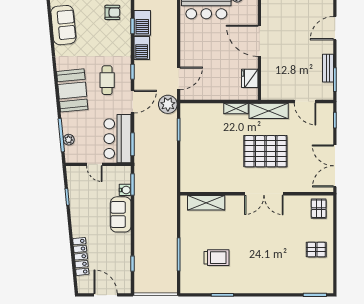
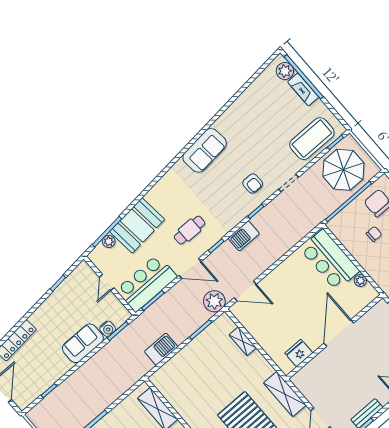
barbecue: (142, 23) -> (161, 349), moved, turned 180
booth: (72, 90) -> (137, 226), moved
shelving: (236, 109) -> (243, 341), moved

